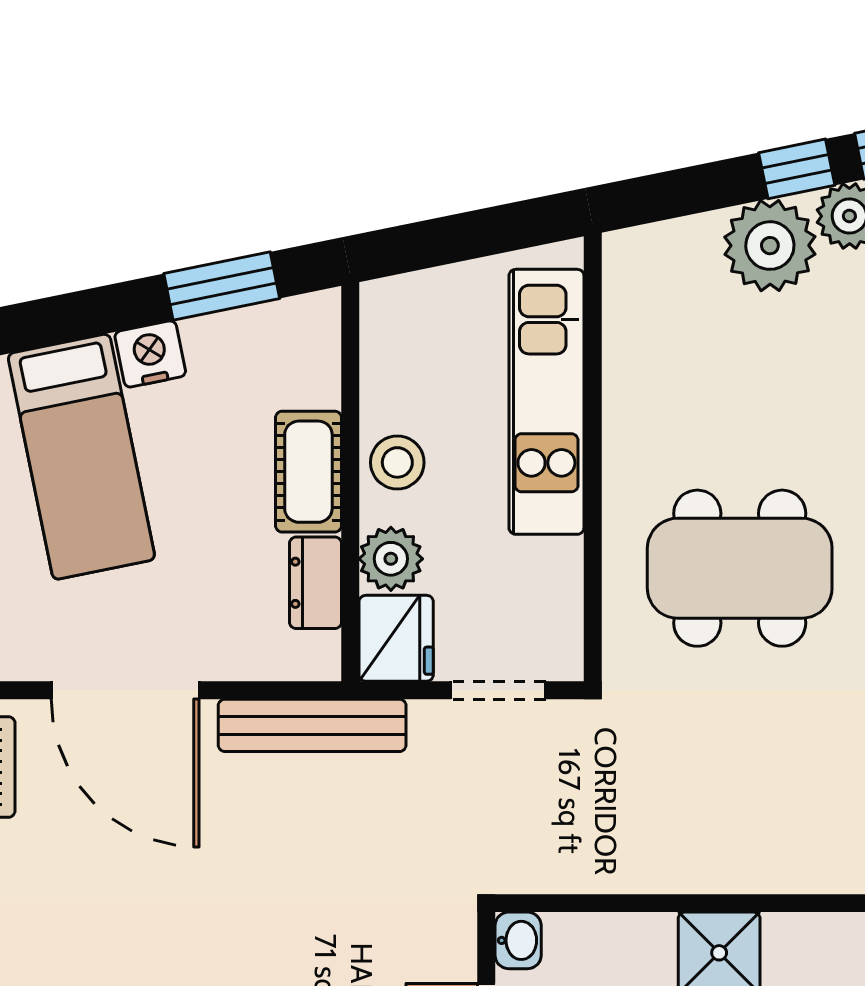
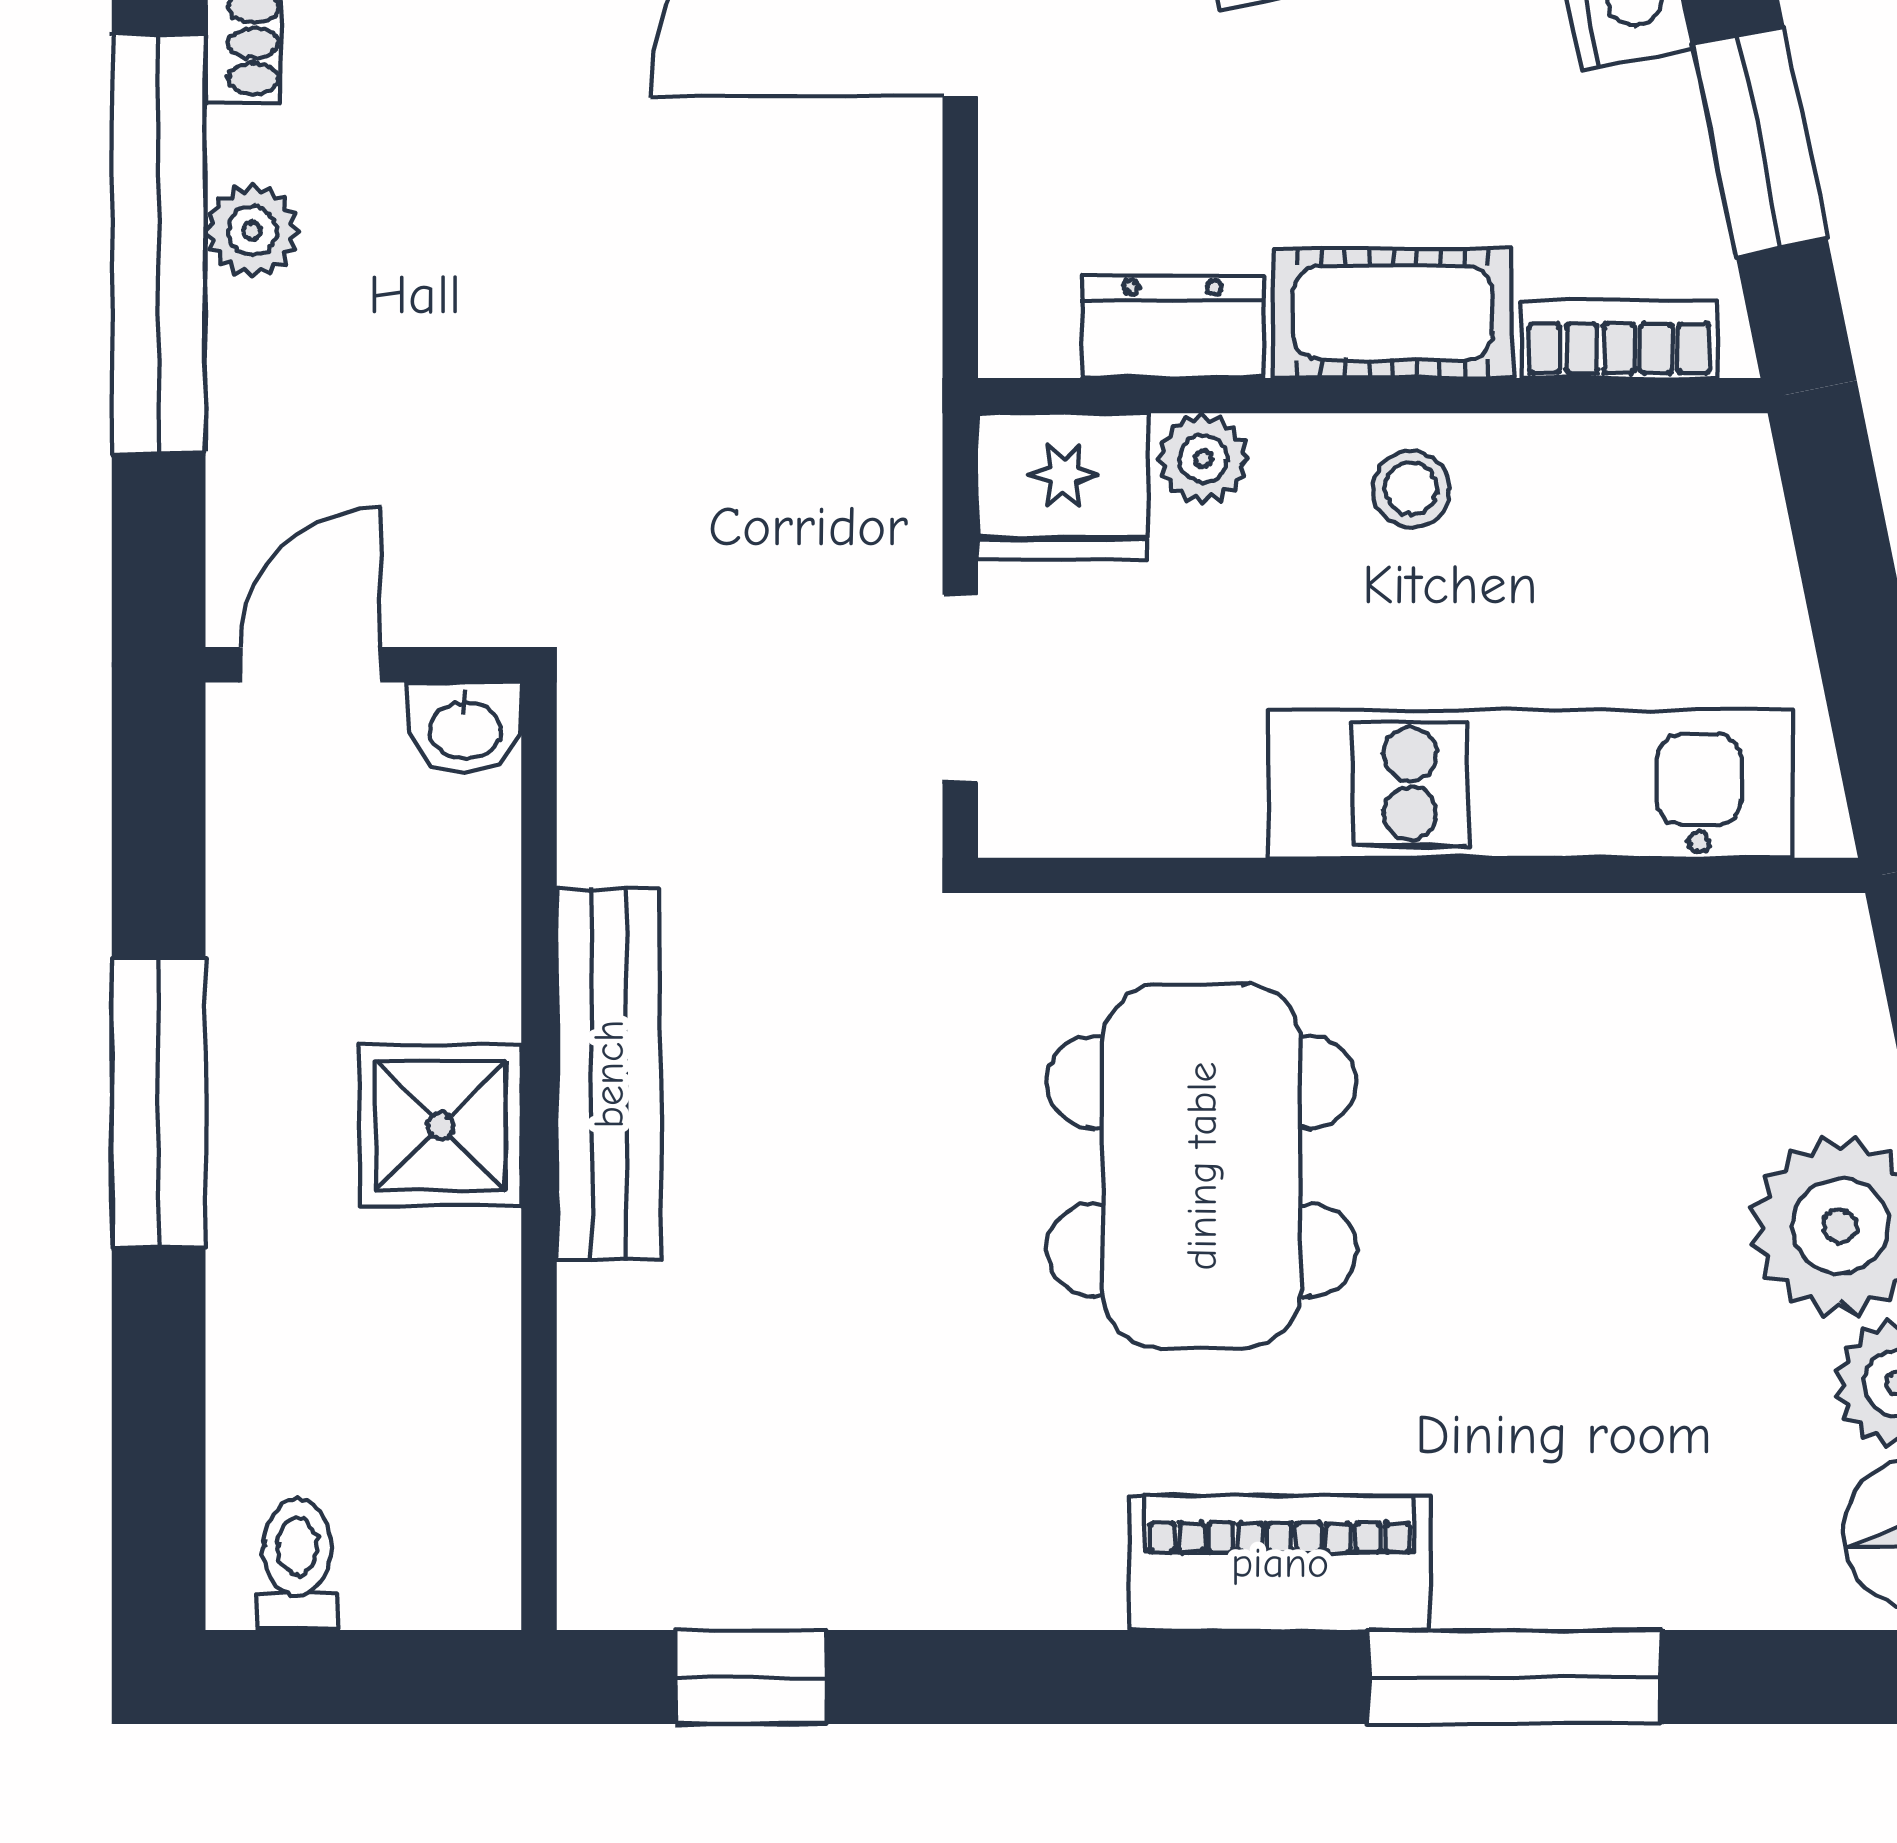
bookcase: (322, 357) -> (1619, 339), added
stool: (397, 462) -> (1411, 489), width x0.73, depth x0.73
plant: (391, 559) -> (1203, 459), width x0.73, depth x0.73
bench: (312, 725) -> (609, 1074), moved

